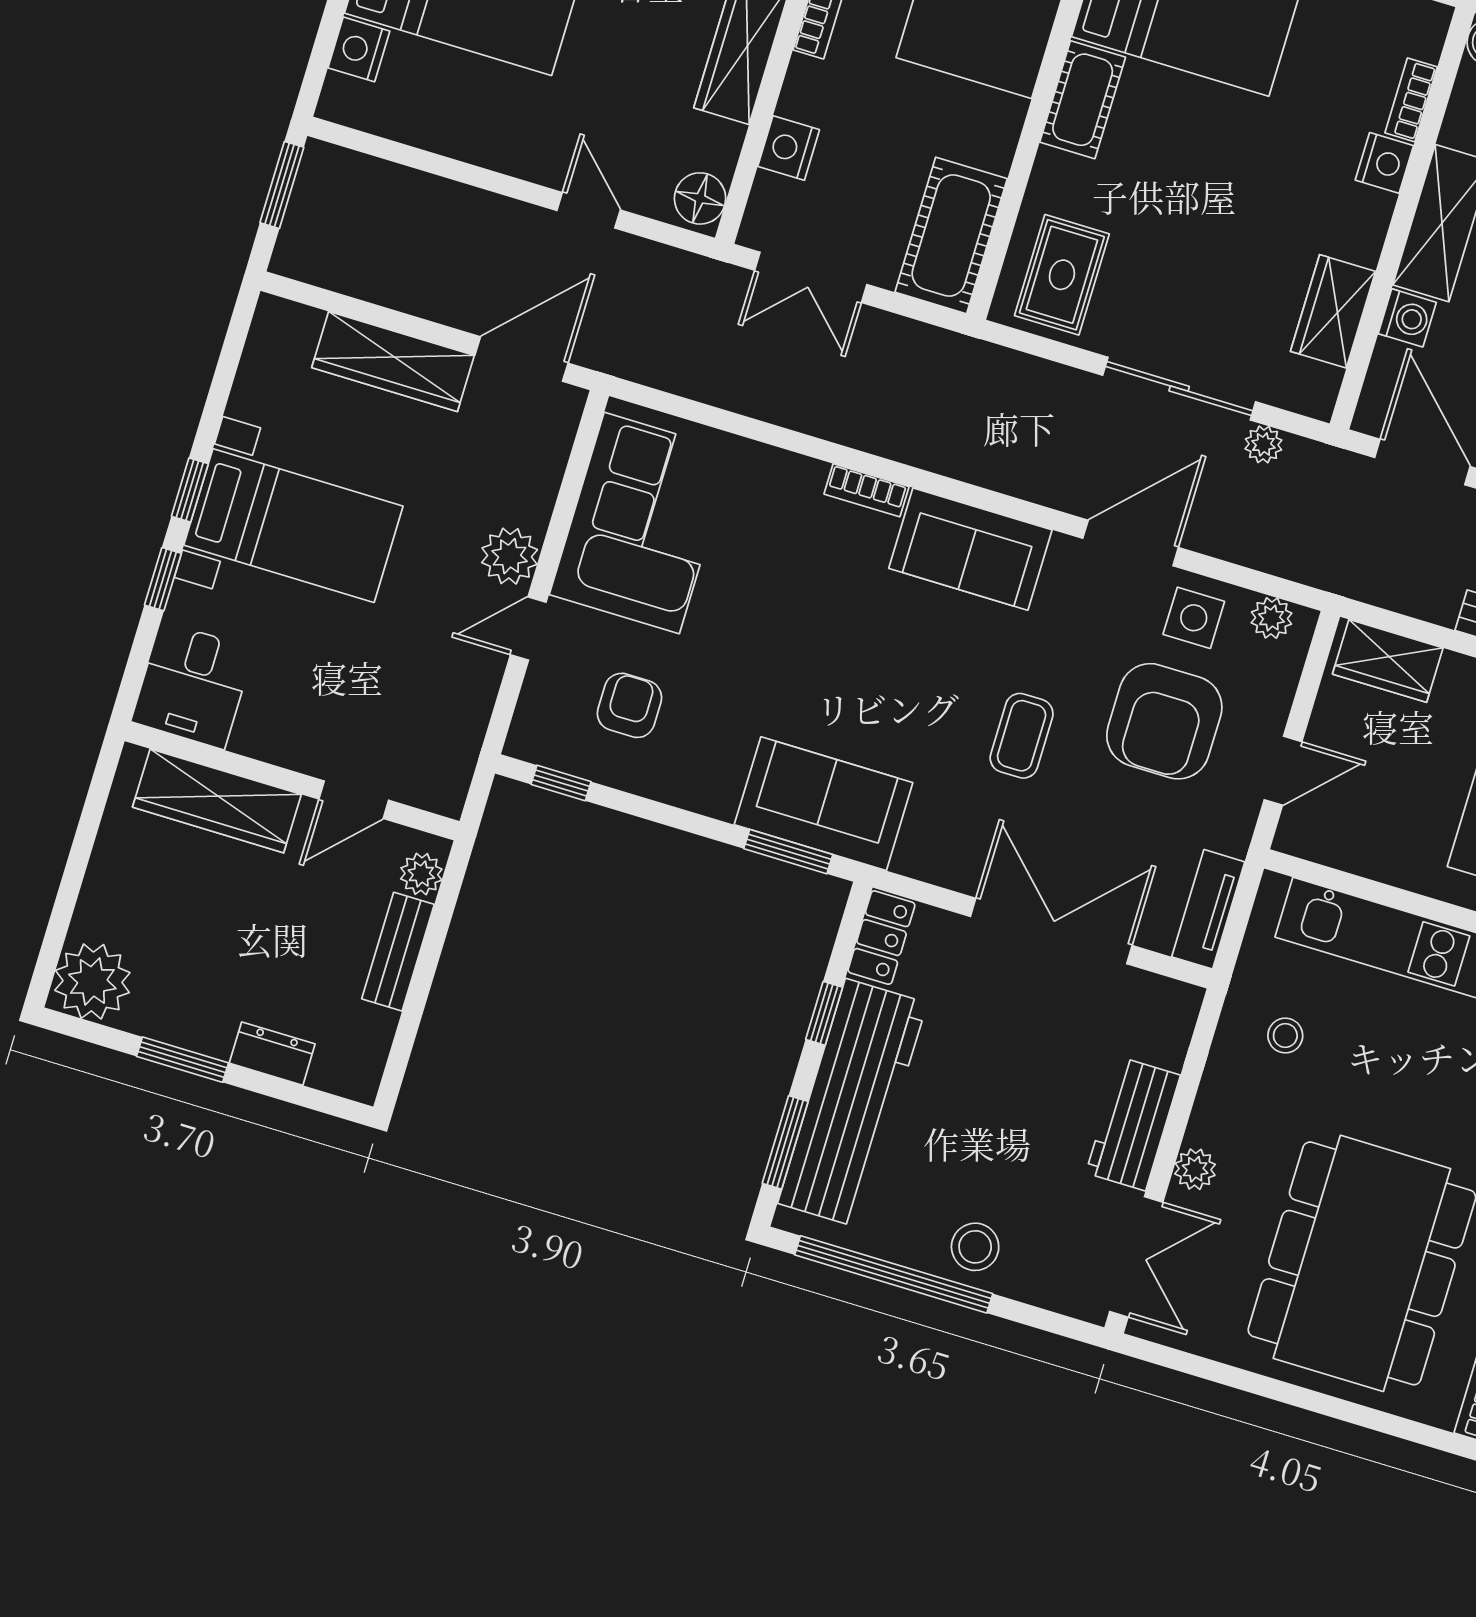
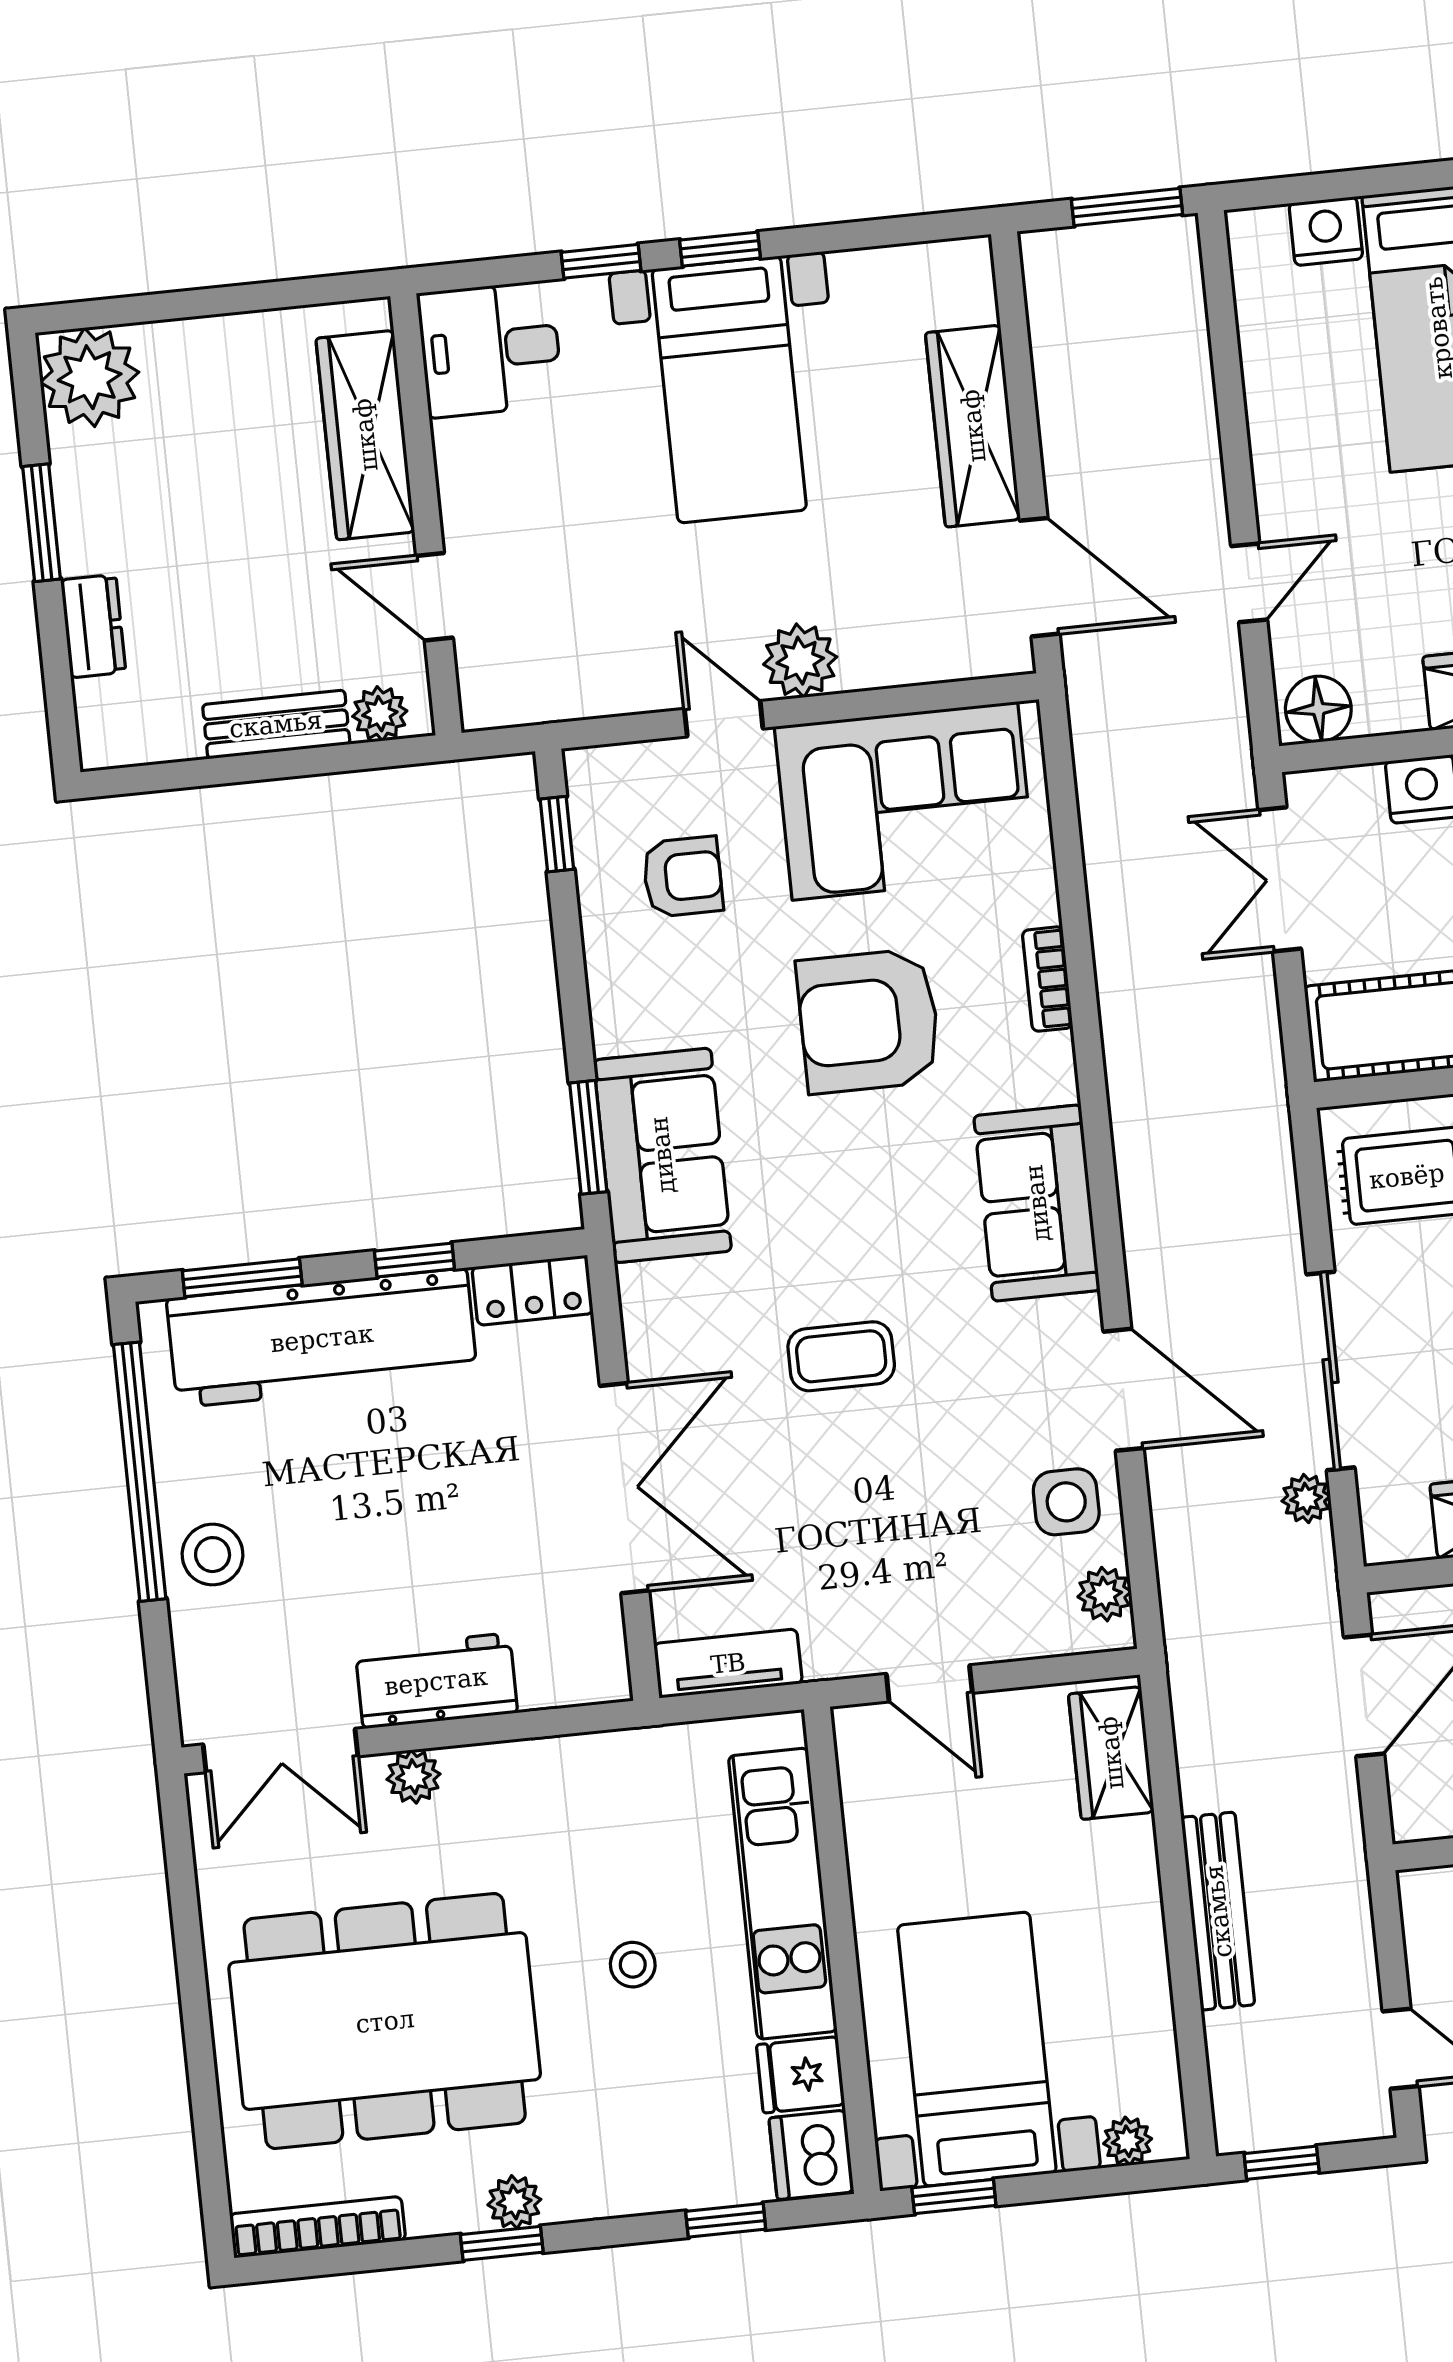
bookcase: (866, 490) -> (1048, 979), moved
armchair: (1164, 721) -> (869, 1021), moved
stool: (1285, 1036) -> (633, 1965), moved

